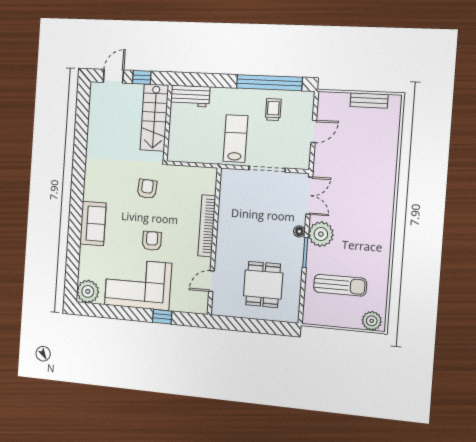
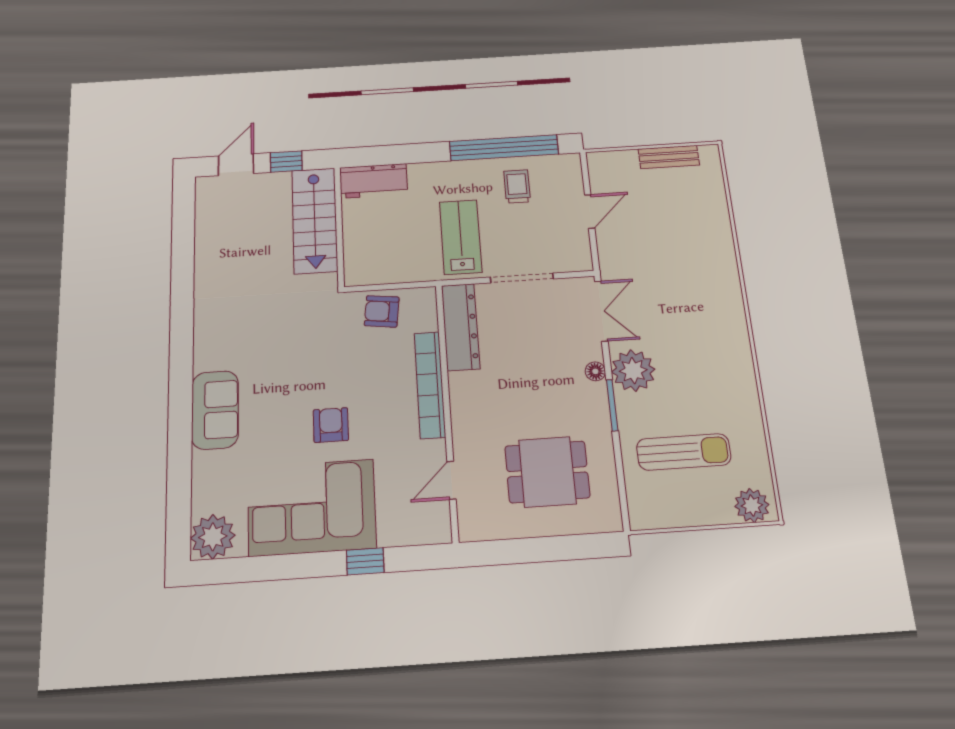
armchair: (147, 189) -> (382, 311), moved, turned -87
dresser: (228, 194) -> (461, 327), added
dining table: (263, 284) -> (547, 472), turned 90

